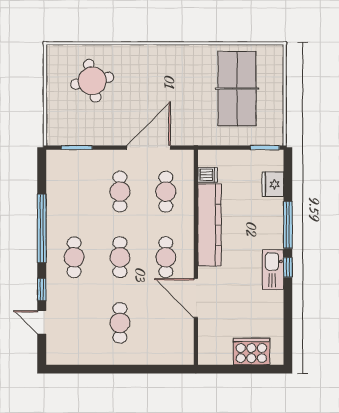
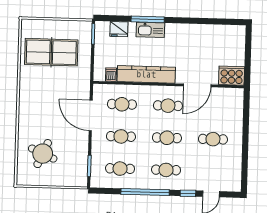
round table: (92, 81) -> (43, 154), turned 36
cafe table: (74, 192) -> (120, 169), added
window: (288, 267) -> (178, 20), removed
kitchen sink: (273, 270) -> (150, 30), moved
cooker: (251, 351) -> (232, 76), moved, turned 90

